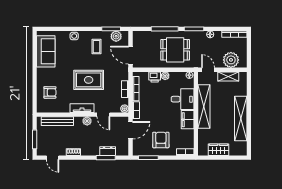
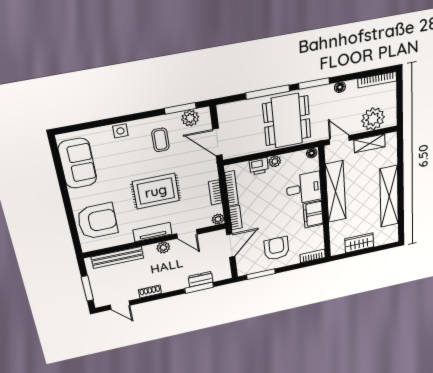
dining table: (175, 50) -> (287, 121), width x1.38
armchair: (50, 92) -> (97, 221), width x1.88, depth x1.88

